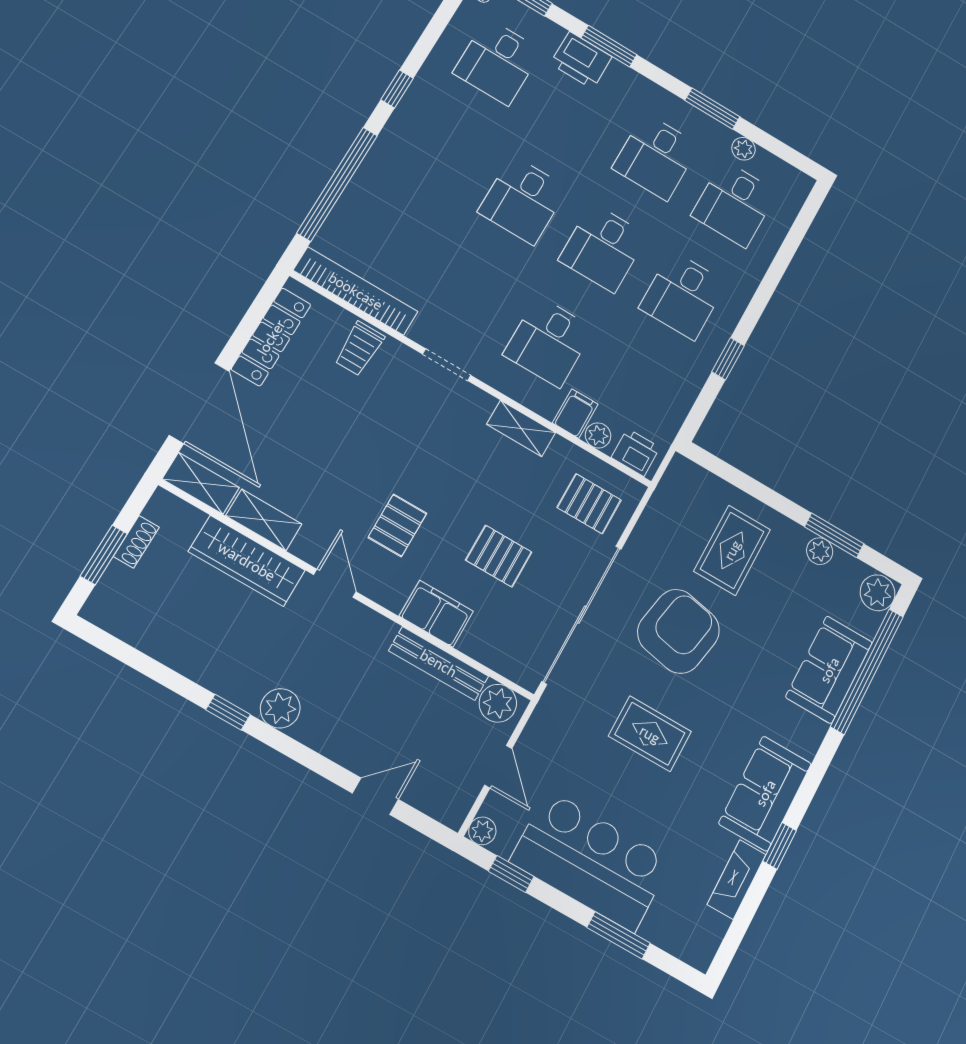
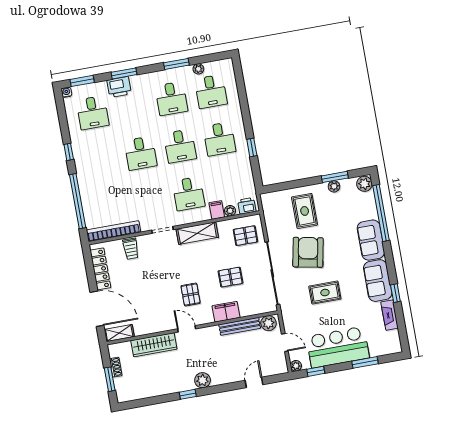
shelving: (521, 428) -> (197, 233), width x1.50, depth x1.33
shelving: (264, 520) -> (148, 328), removed
sofa: (829, 670) -> (371, 240), moved

